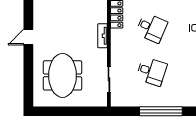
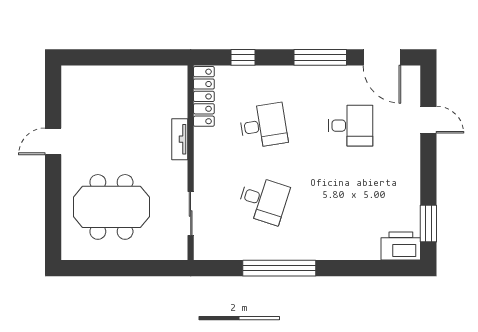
desk: (152, 28) -> (263, 126), turned -33
meeting table: (63, 75) -> (111, 207), turned 90

